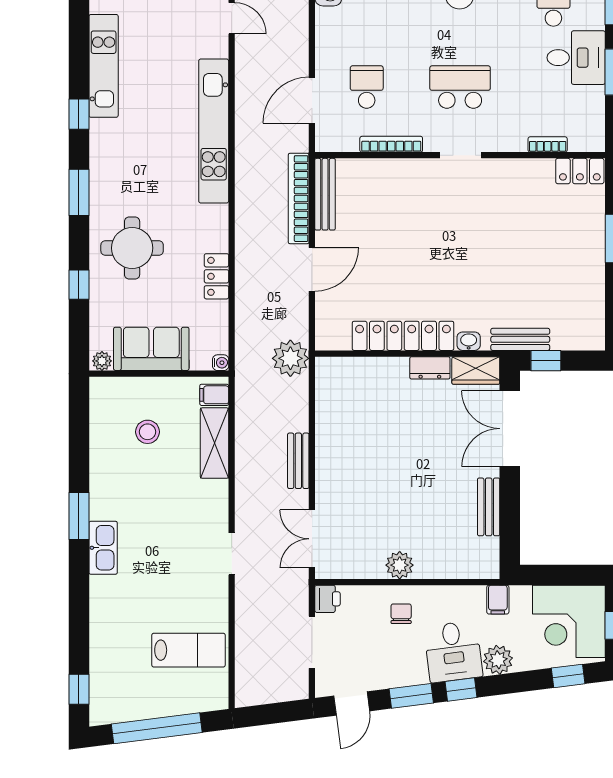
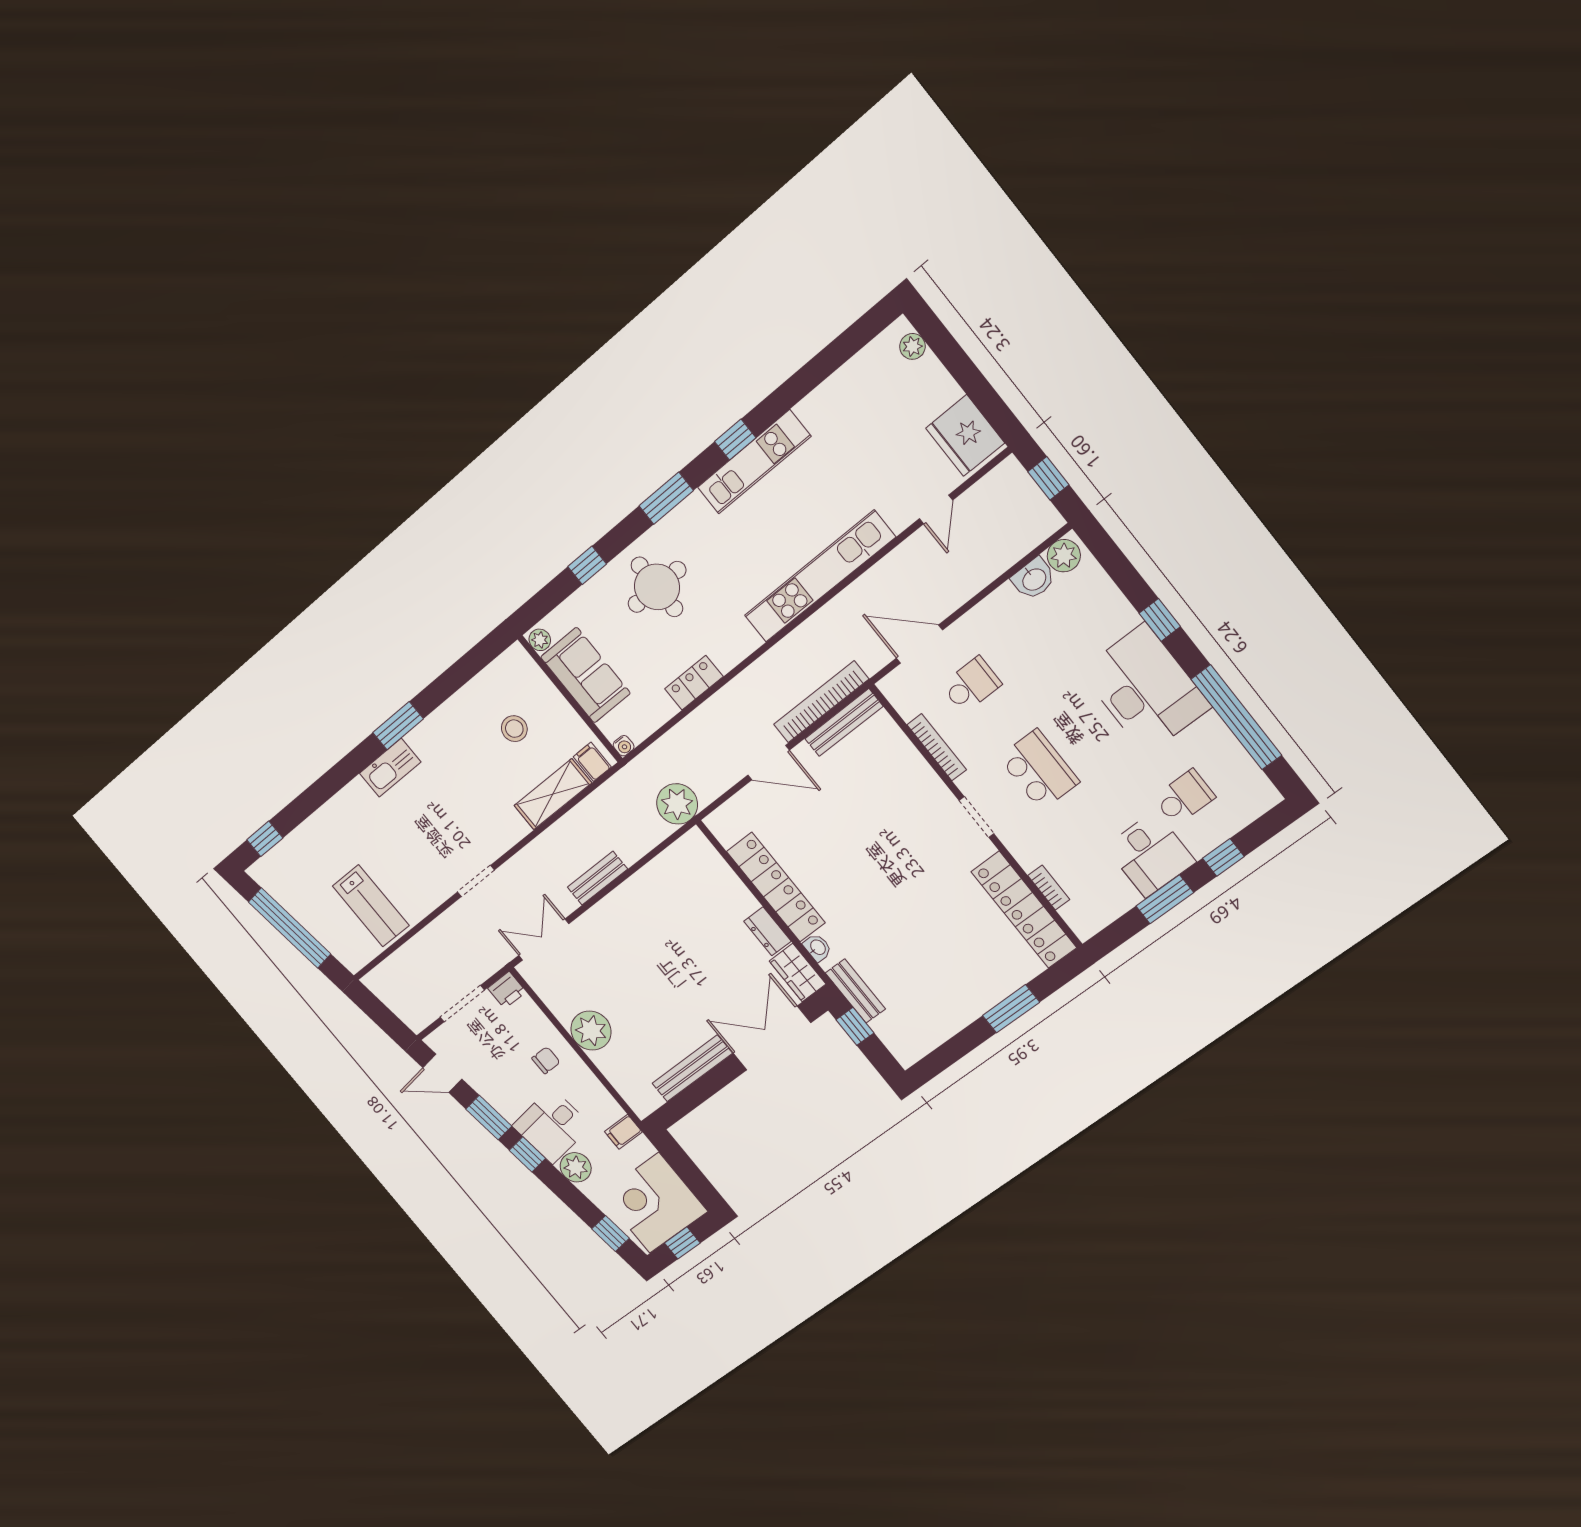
kitchen unit: (104, 66) -> (754, 462), moved
locker: (580, 171) -> (1024, 910), width x2.16, depth x1.21
bench: (489, 507) -> (692, 1068), width x1.36
plant: (400, 565) -> (591, 1031), width x1.36, depth x1.36

